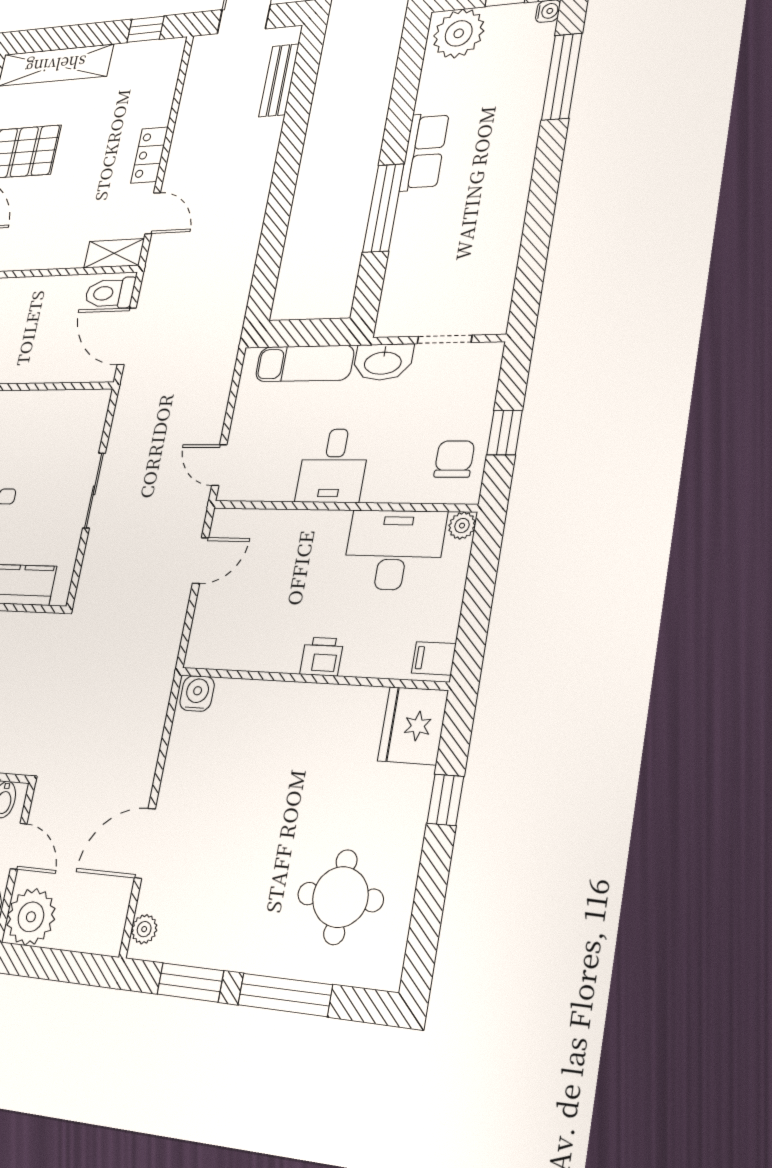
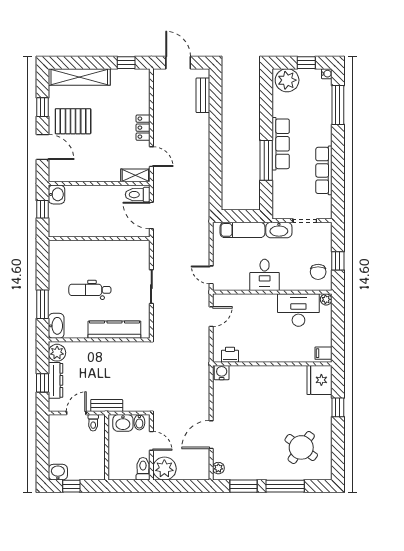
row of seats: (424, 152) -> (281, 144), width x1.48
row of seats: (507, 224) -> (324, 170), added
chair: (454, 459) -> (318, 272), turned 180
printer: (322, 657) -> (230, 355), moved
round table: (340, 897) -> (301, 447), turned 36

